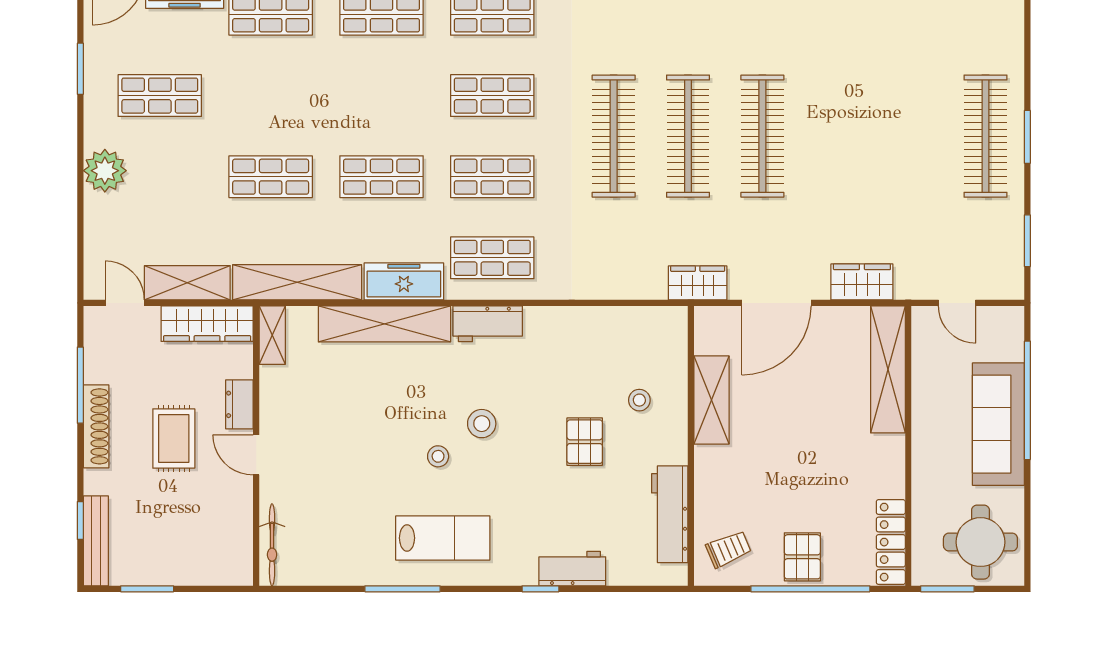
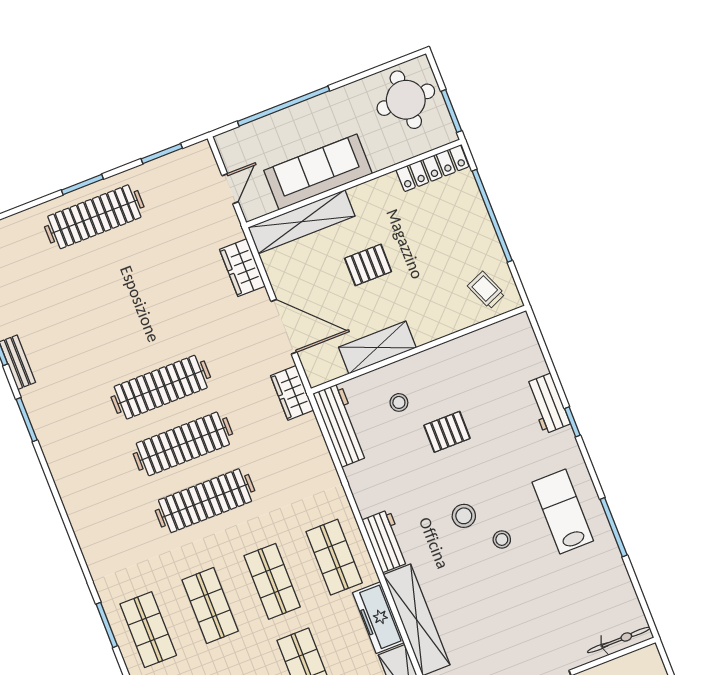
sofa: (998, 424) -> (318, 172), moved, turned 180
workbench: (670, 514) -> (341, 425), moved, turned -90
pallet: (802, 557) -> (368, 265), moved

